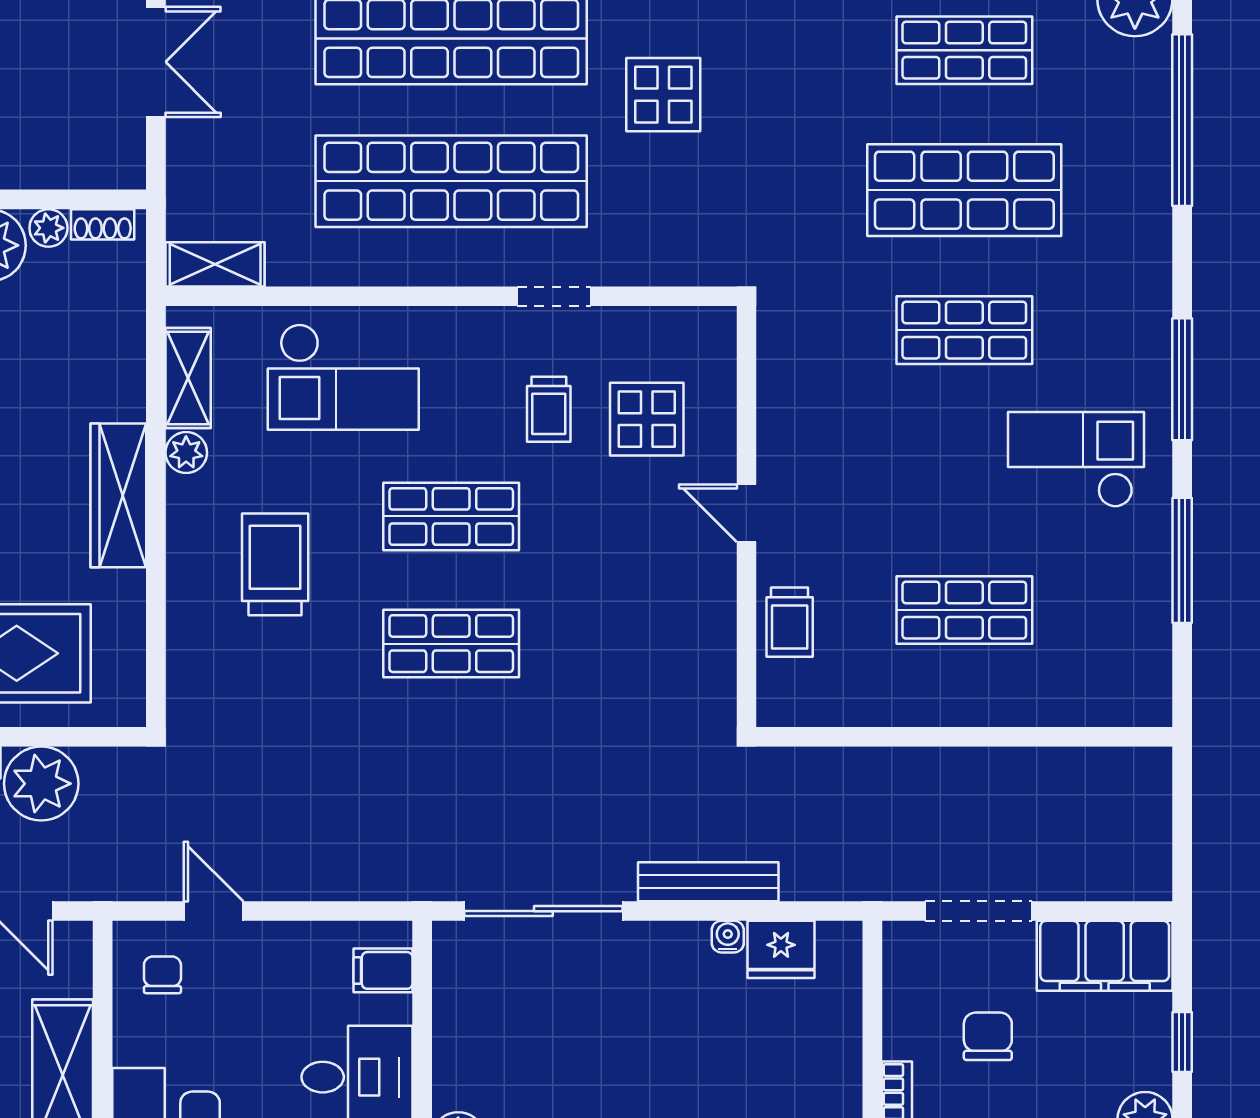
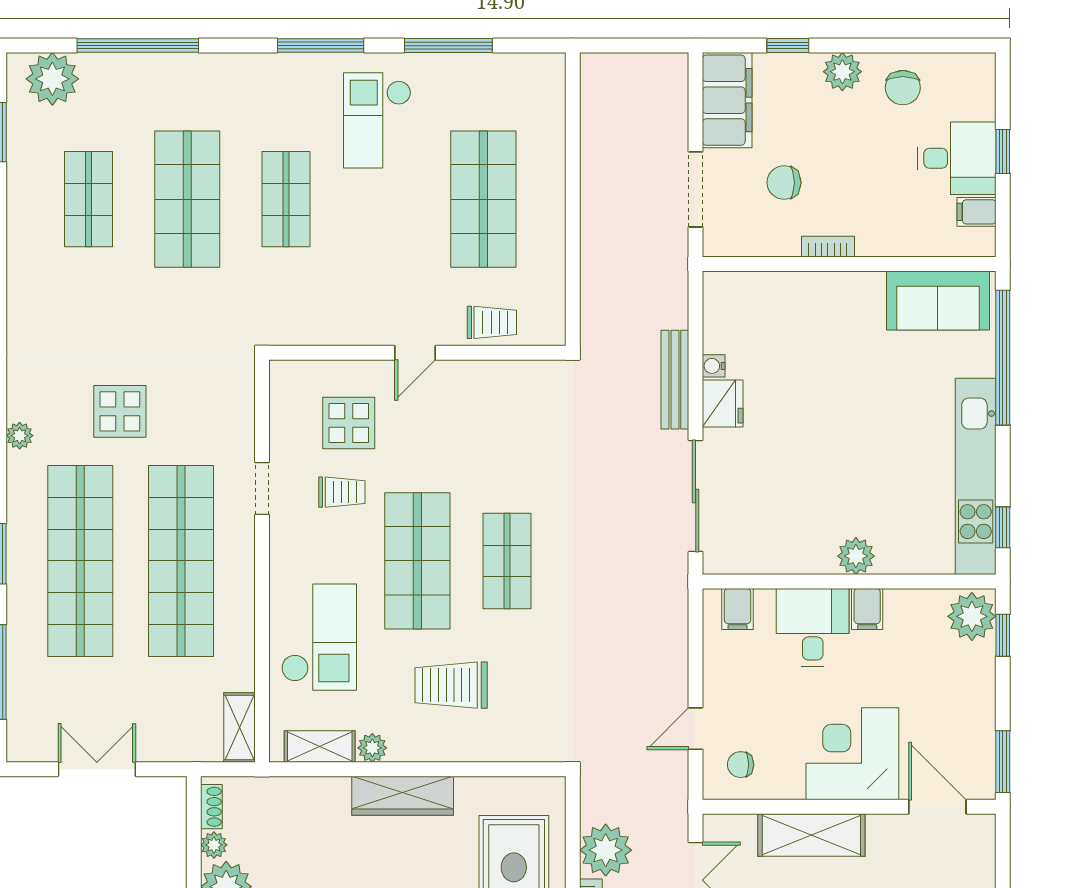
shop shelf: (451, 516) -> (417, 561), width x1.43, depth x1.36
shop shelf: (964, 610) -> (483, 199), width x1.43, depth x1.36
fridge: (781, 949) -> (723, 403), moved

